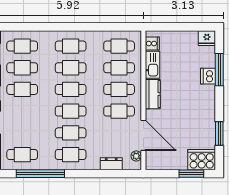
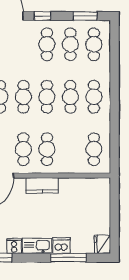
cooker: (152, 44) -> (14, 246), moved, turned 180
kitchen sink: (152, 65) -> (37, 246), moved, turned 180
cafe table: (119, 68) -> (70, 149), removed

